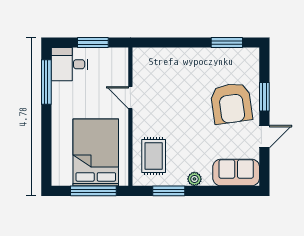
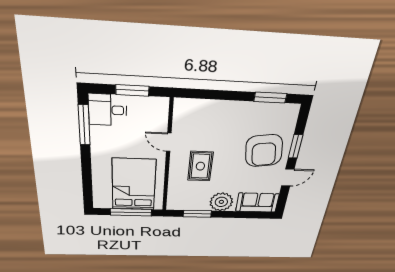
rug: (154, 156) -> (200, 166), moved
plant: (194, 179) -> (221, 202), width x1.87, depth x1.87

